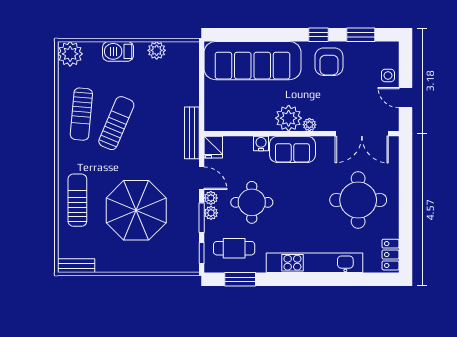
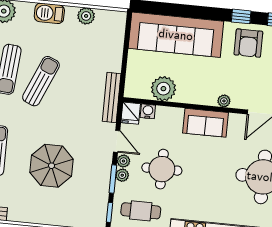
plant: (289, 118) -> (163, 89), moved
water cooler: (261, 144) -> (148, 111), moved
parasol: (136, 210) -> (52, 166), width x0.73, depth x0.73

